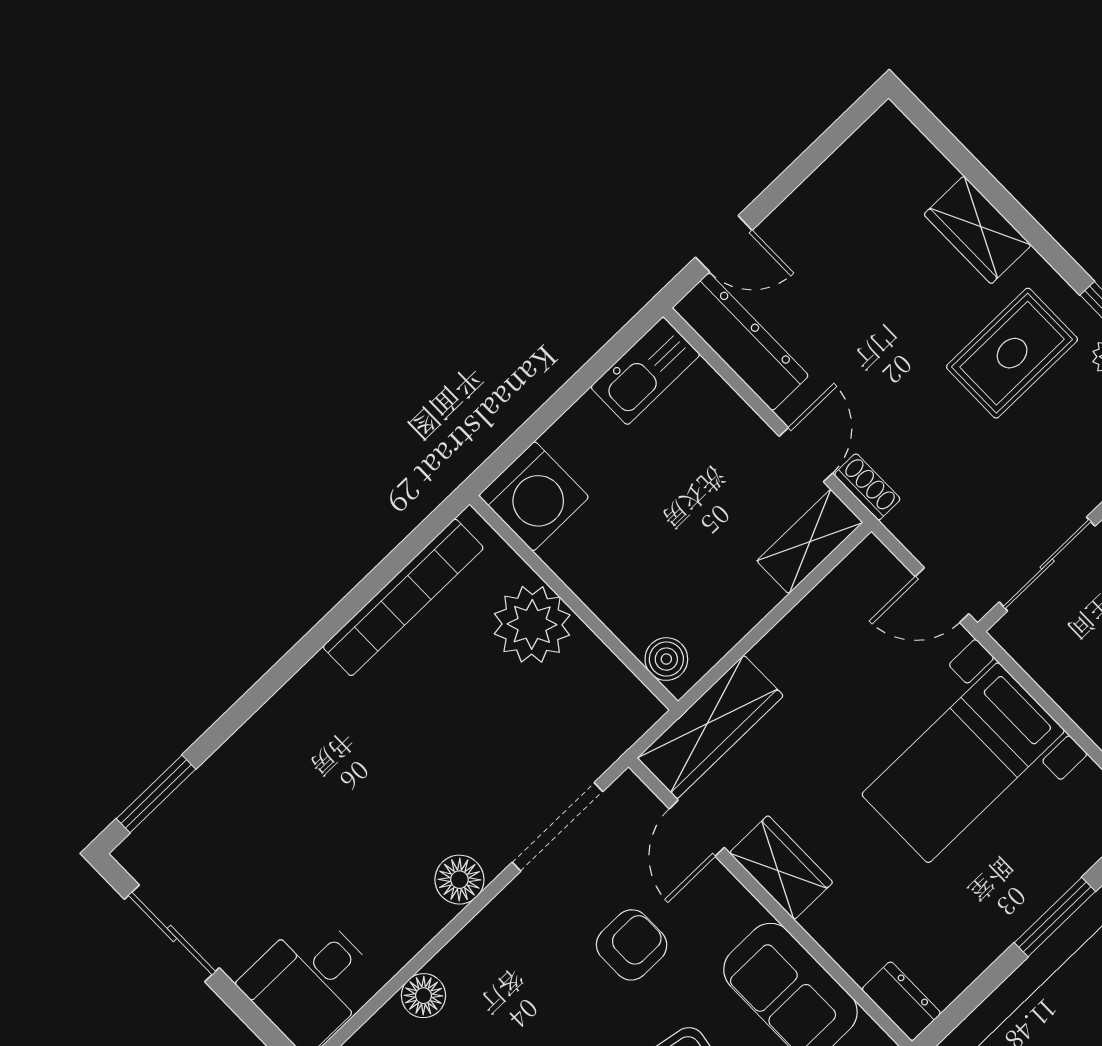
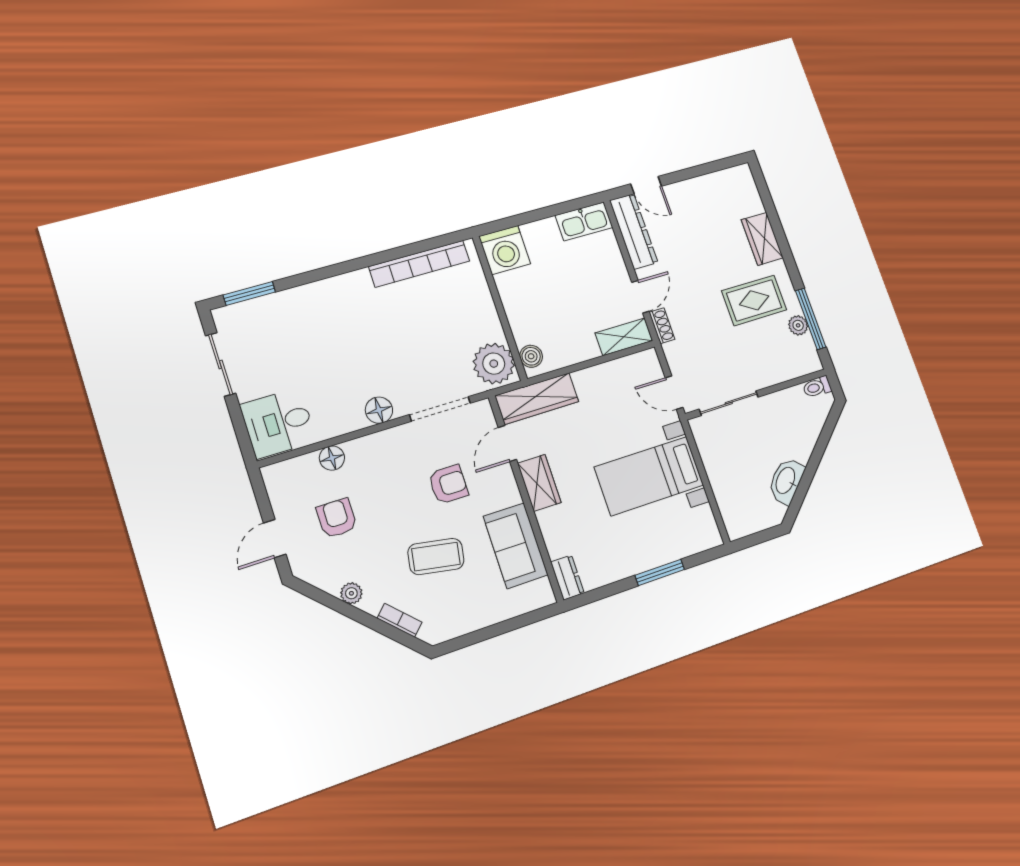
plant: (532, 624) -> (494, 364), moved

